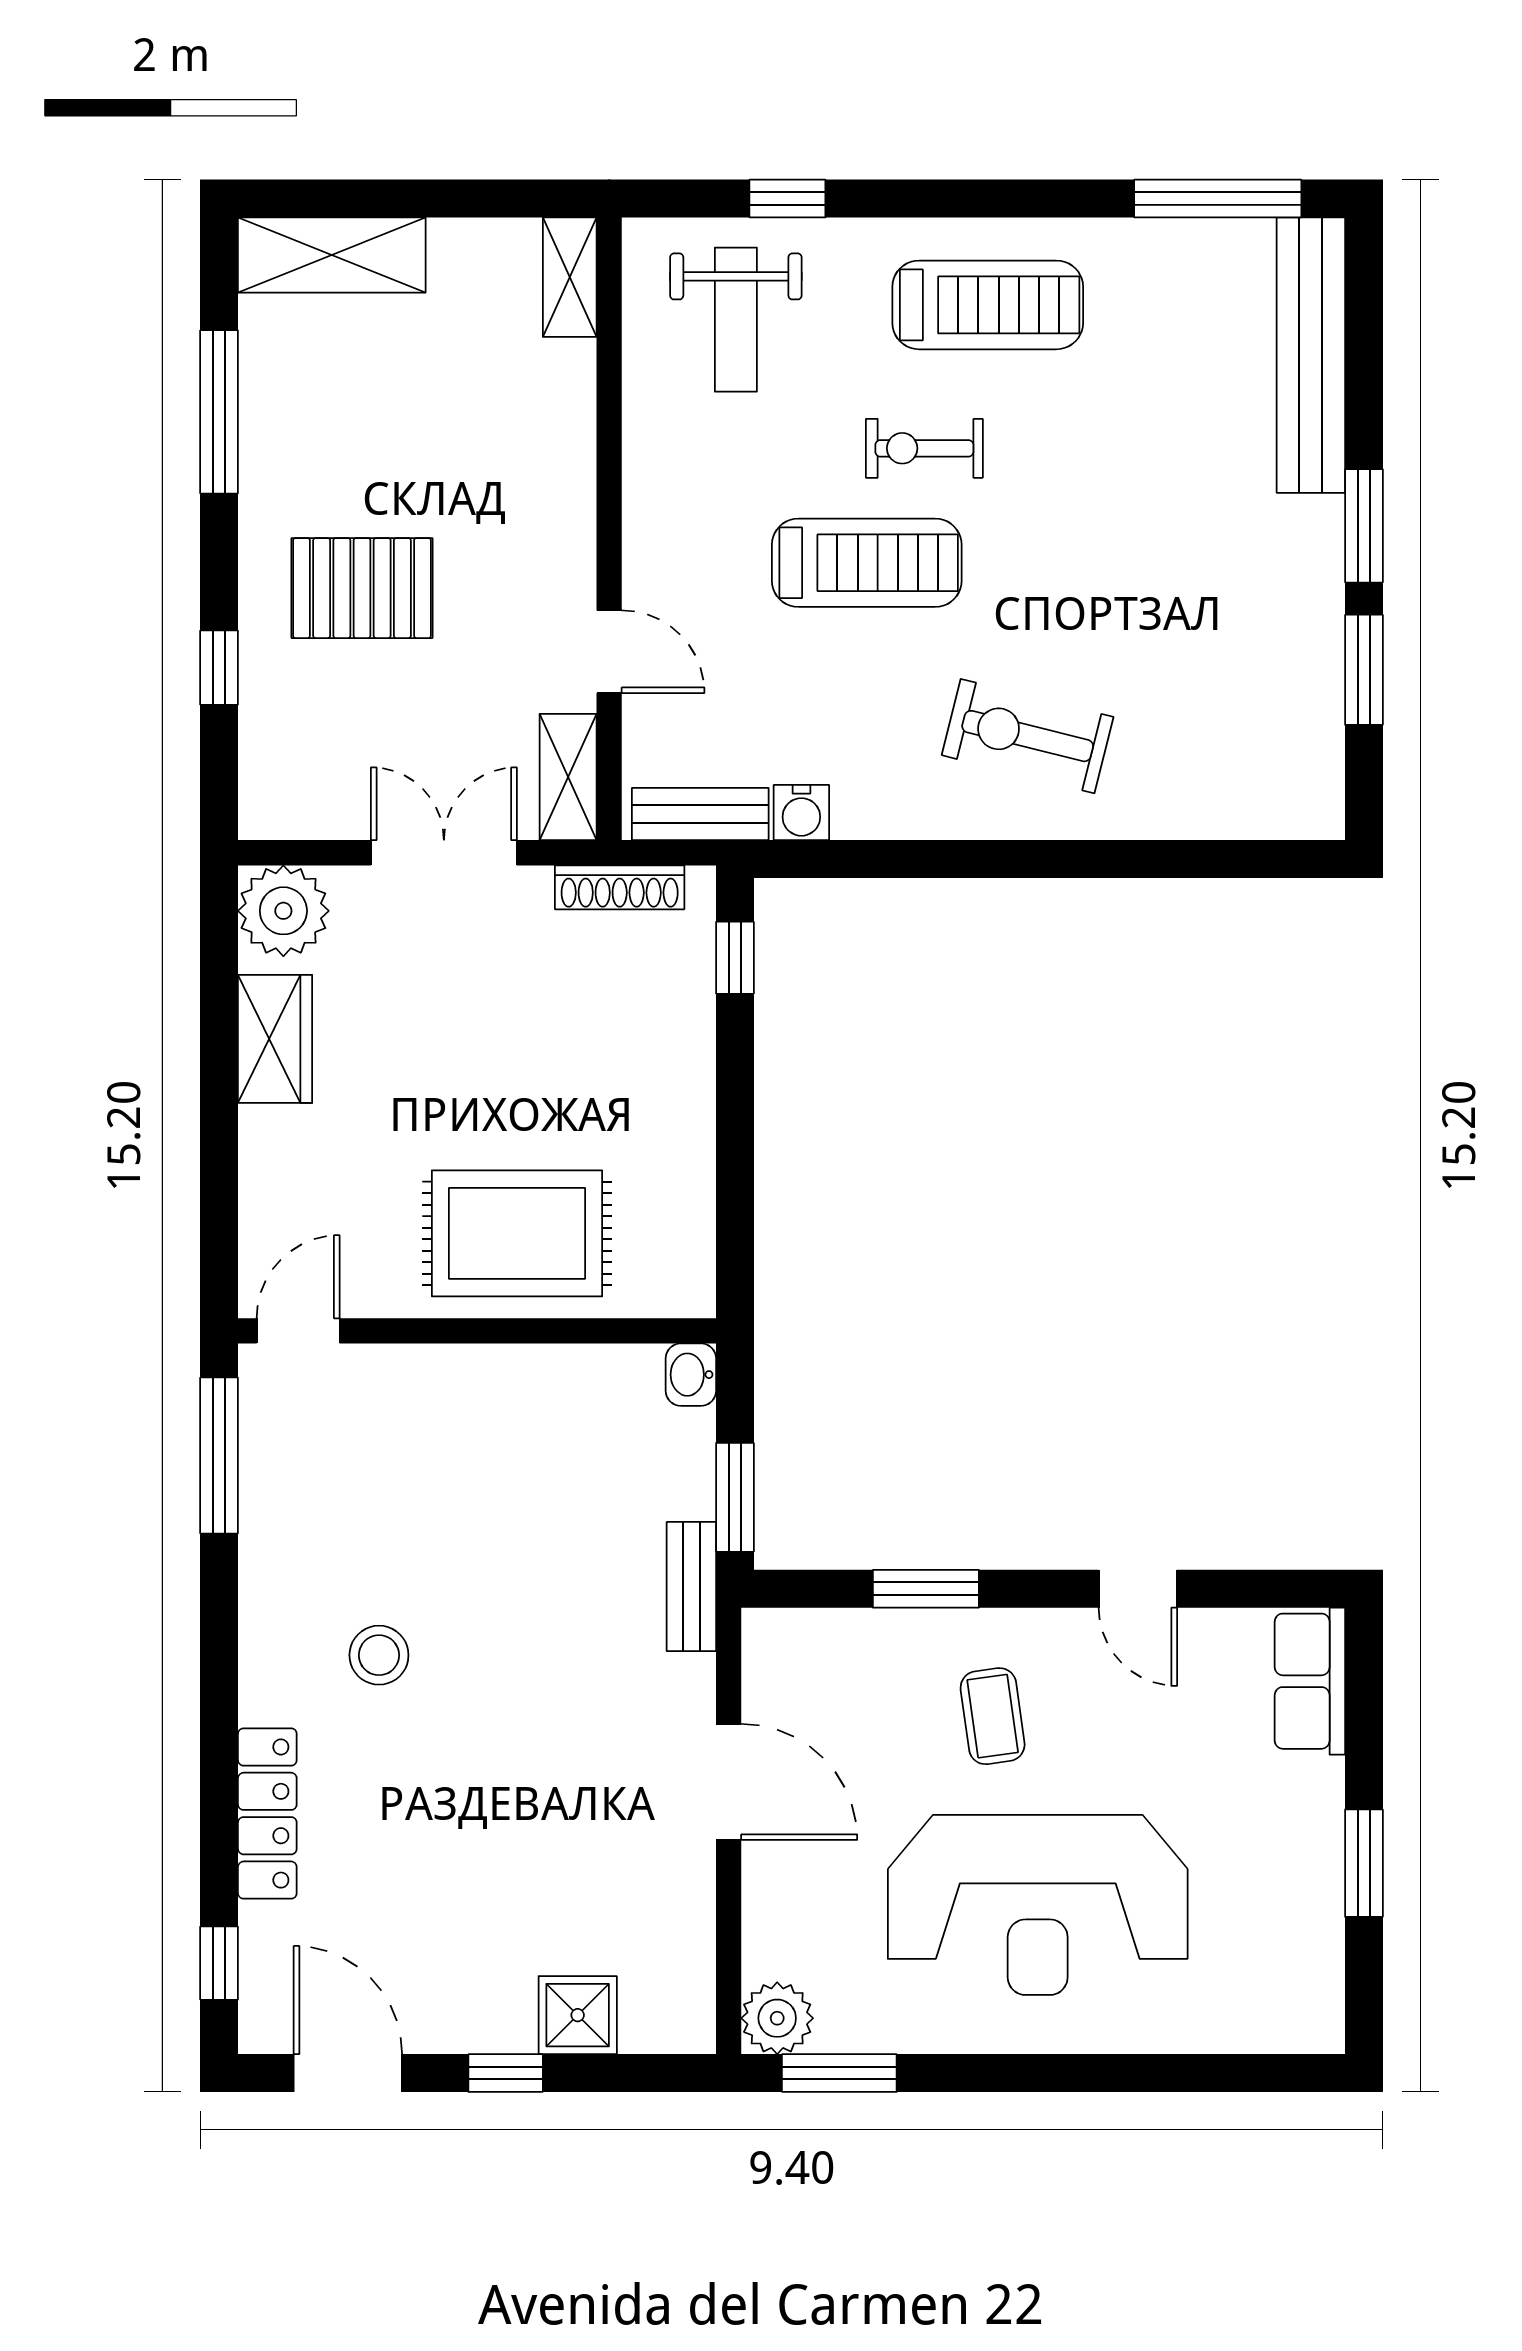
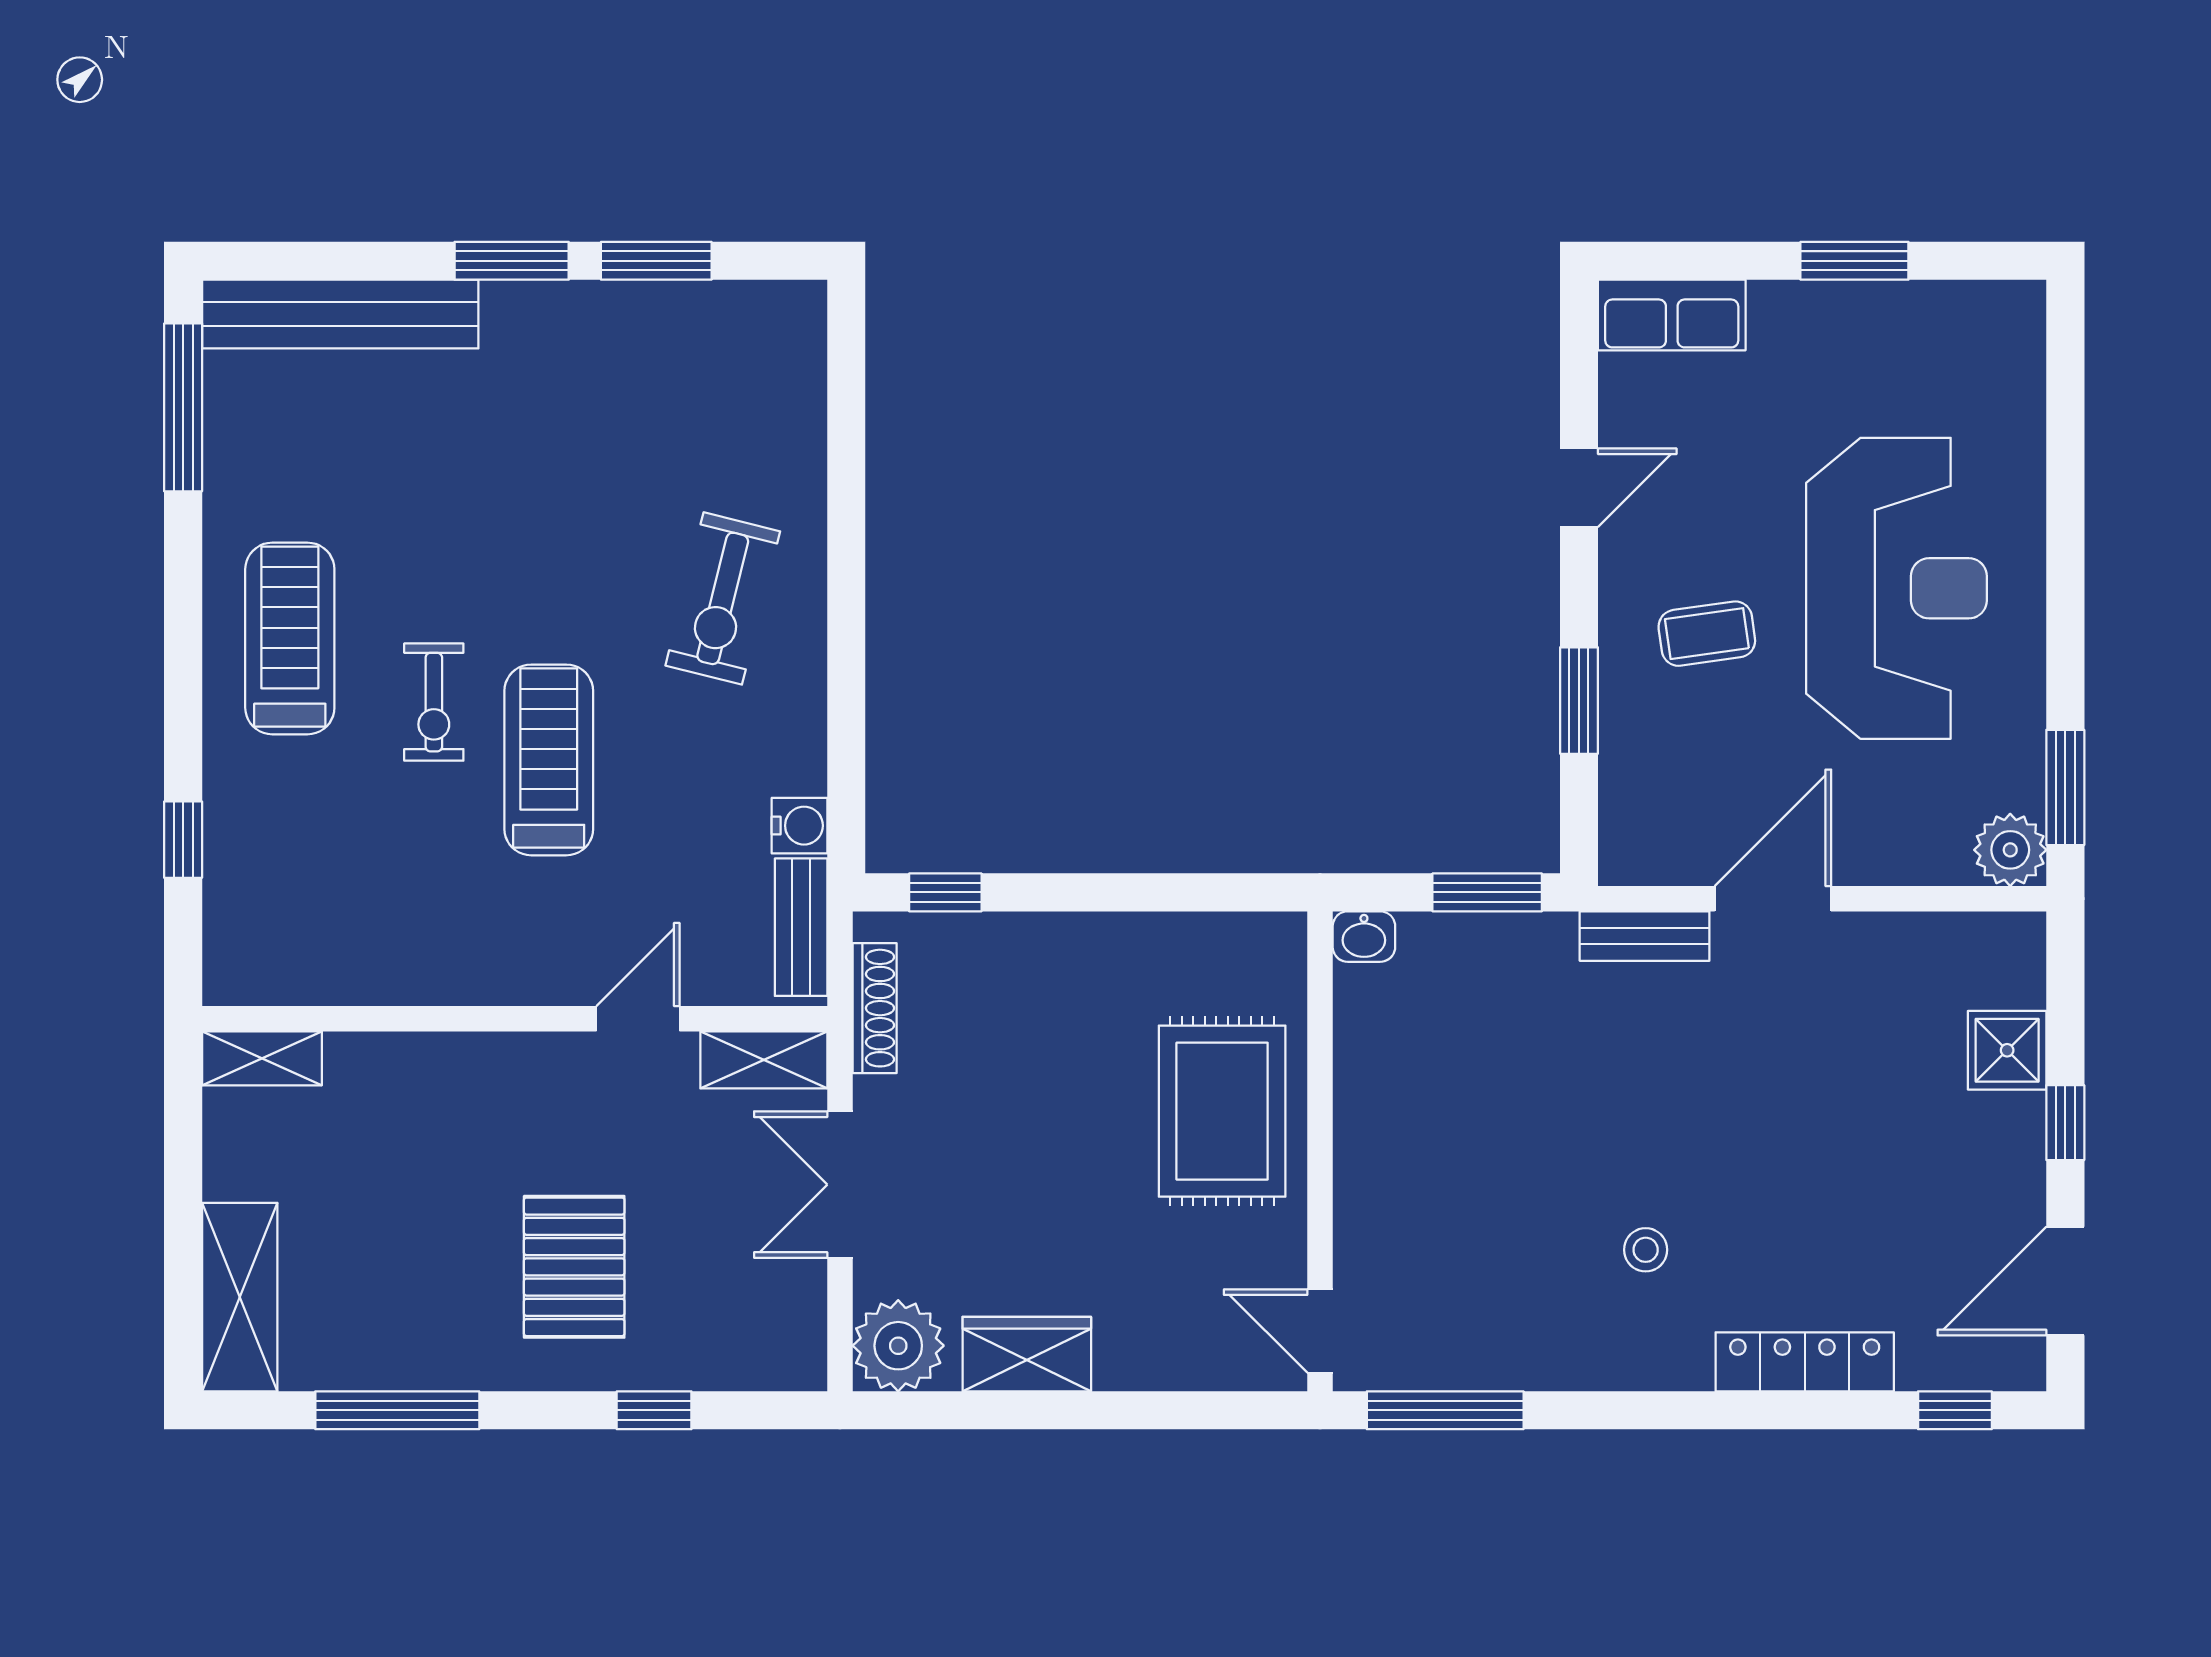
weight bench: (736, 320) -> (305, 891), removed
bench: (691, 1587) -> (1645, 936), moved
stool: (379, 1655) -> (1646, 1250), width x0.73, depth x0.73

